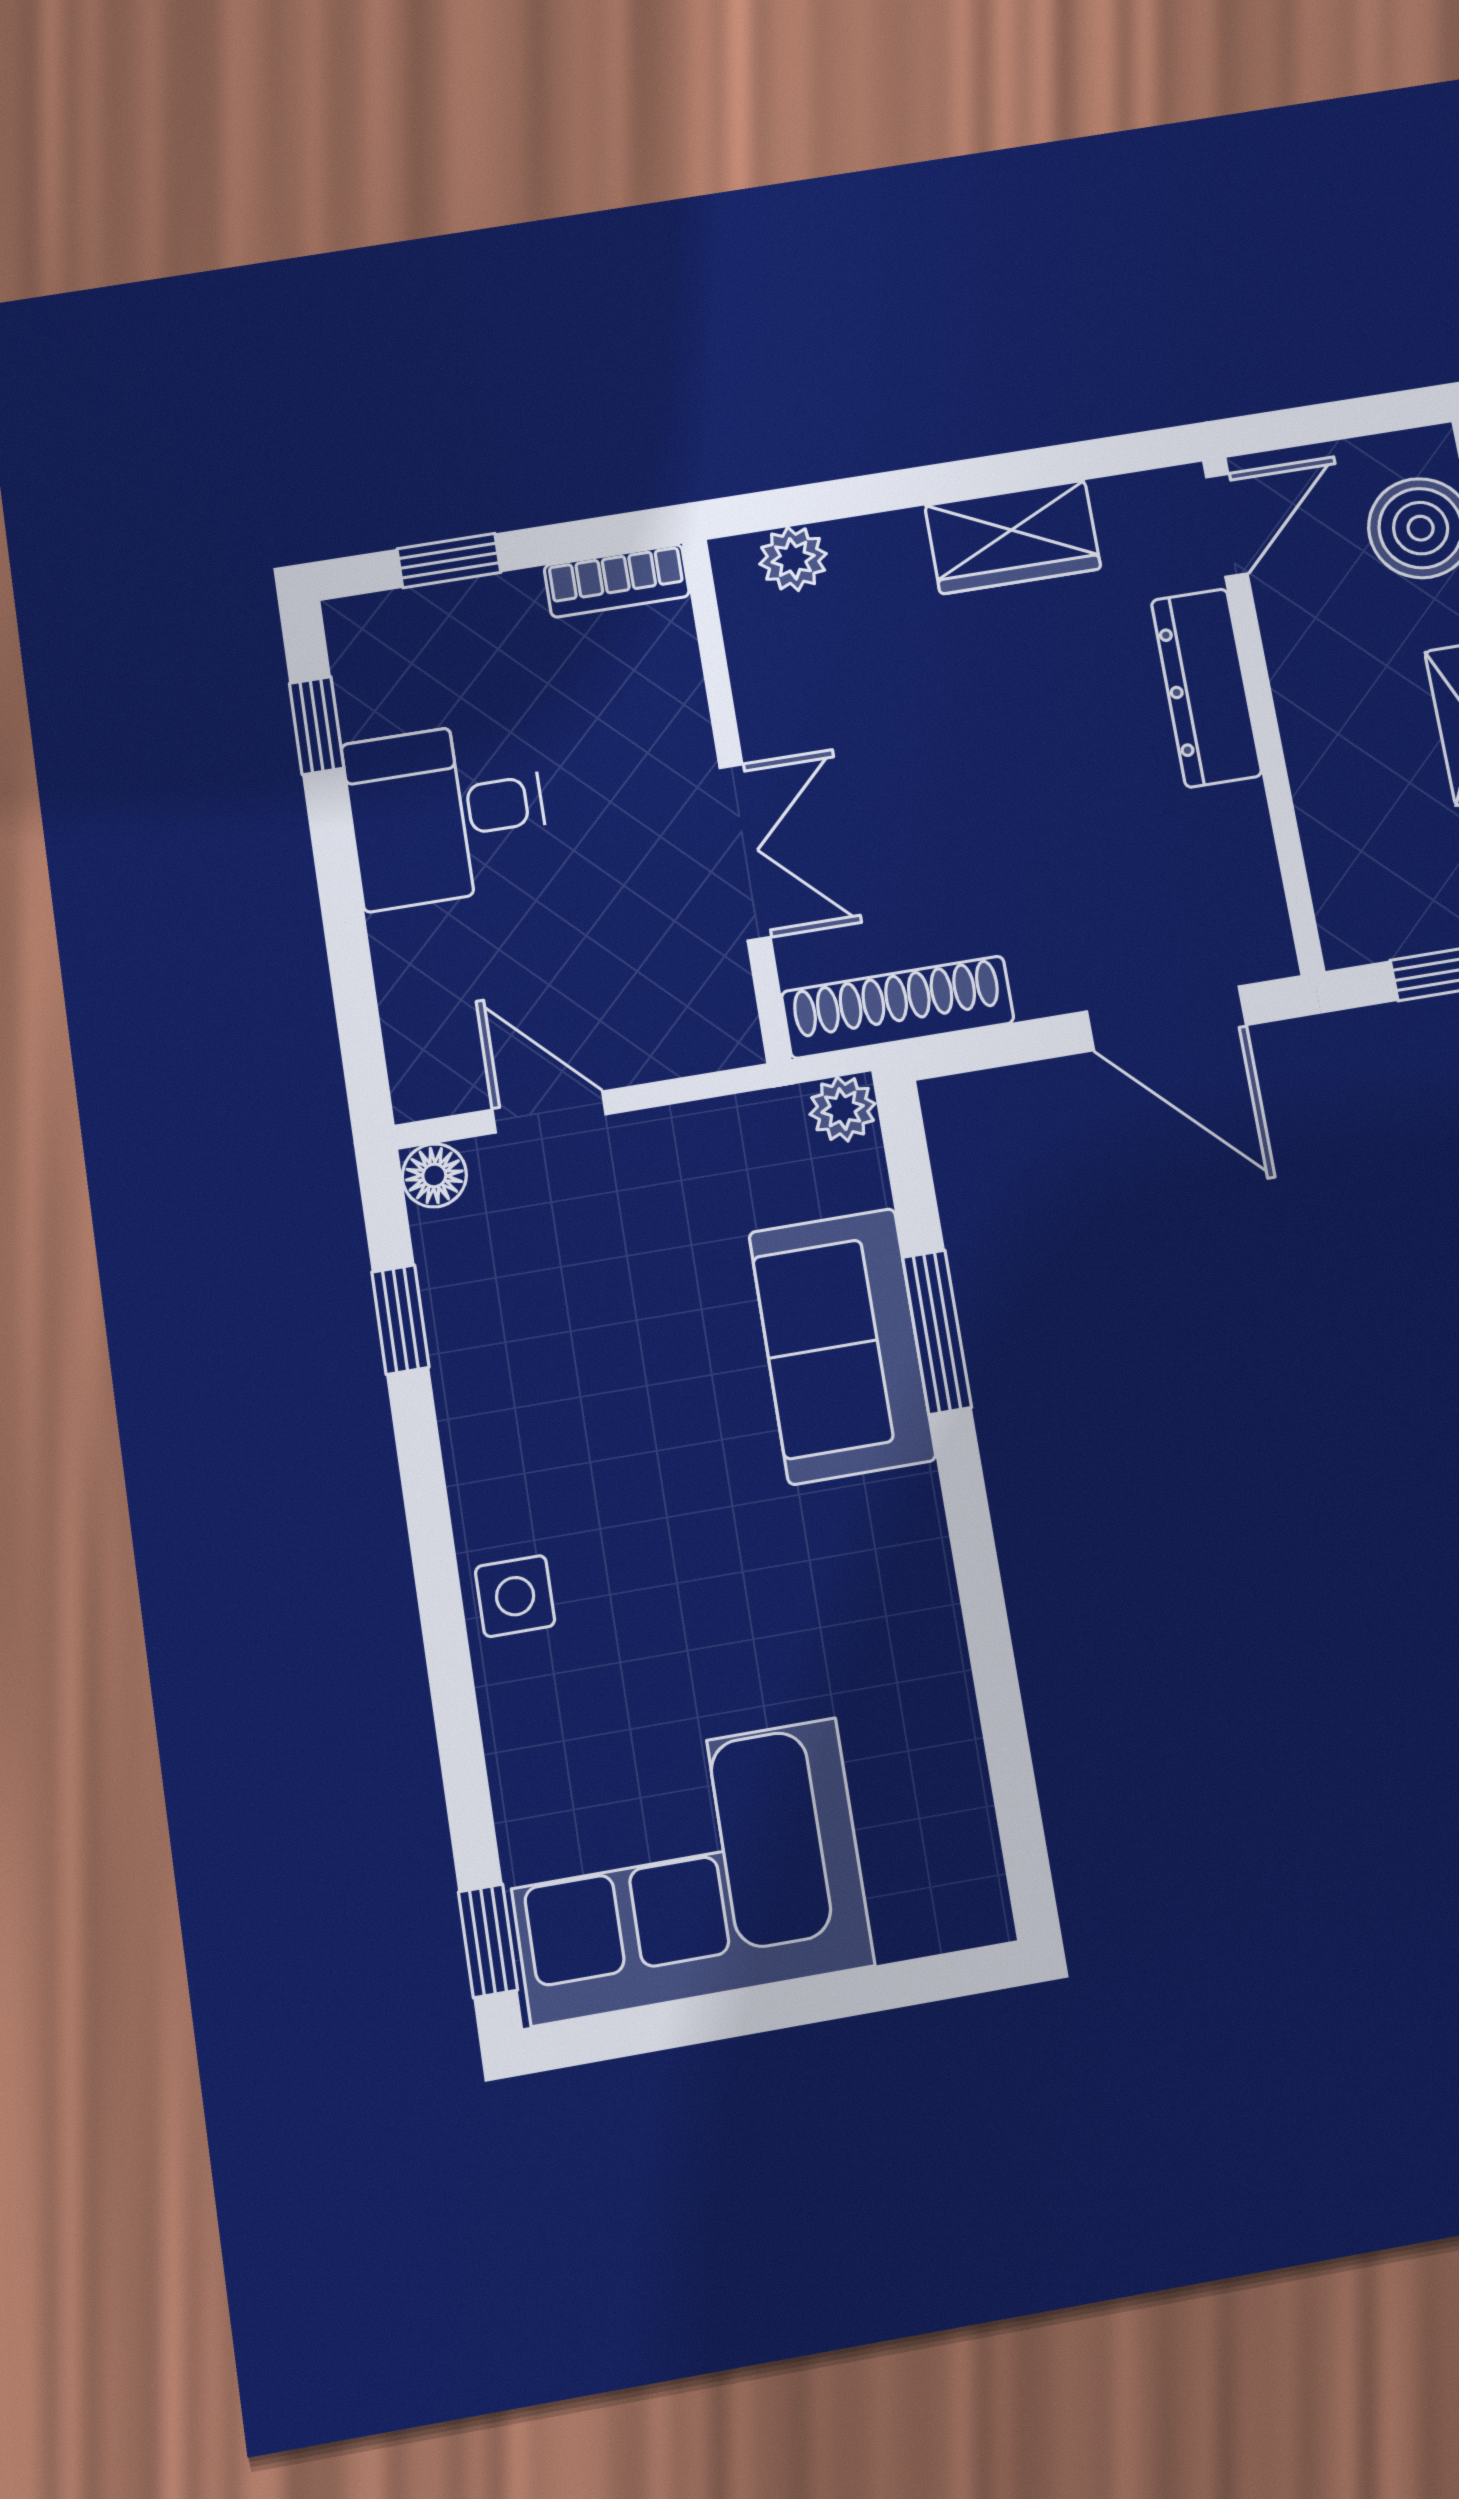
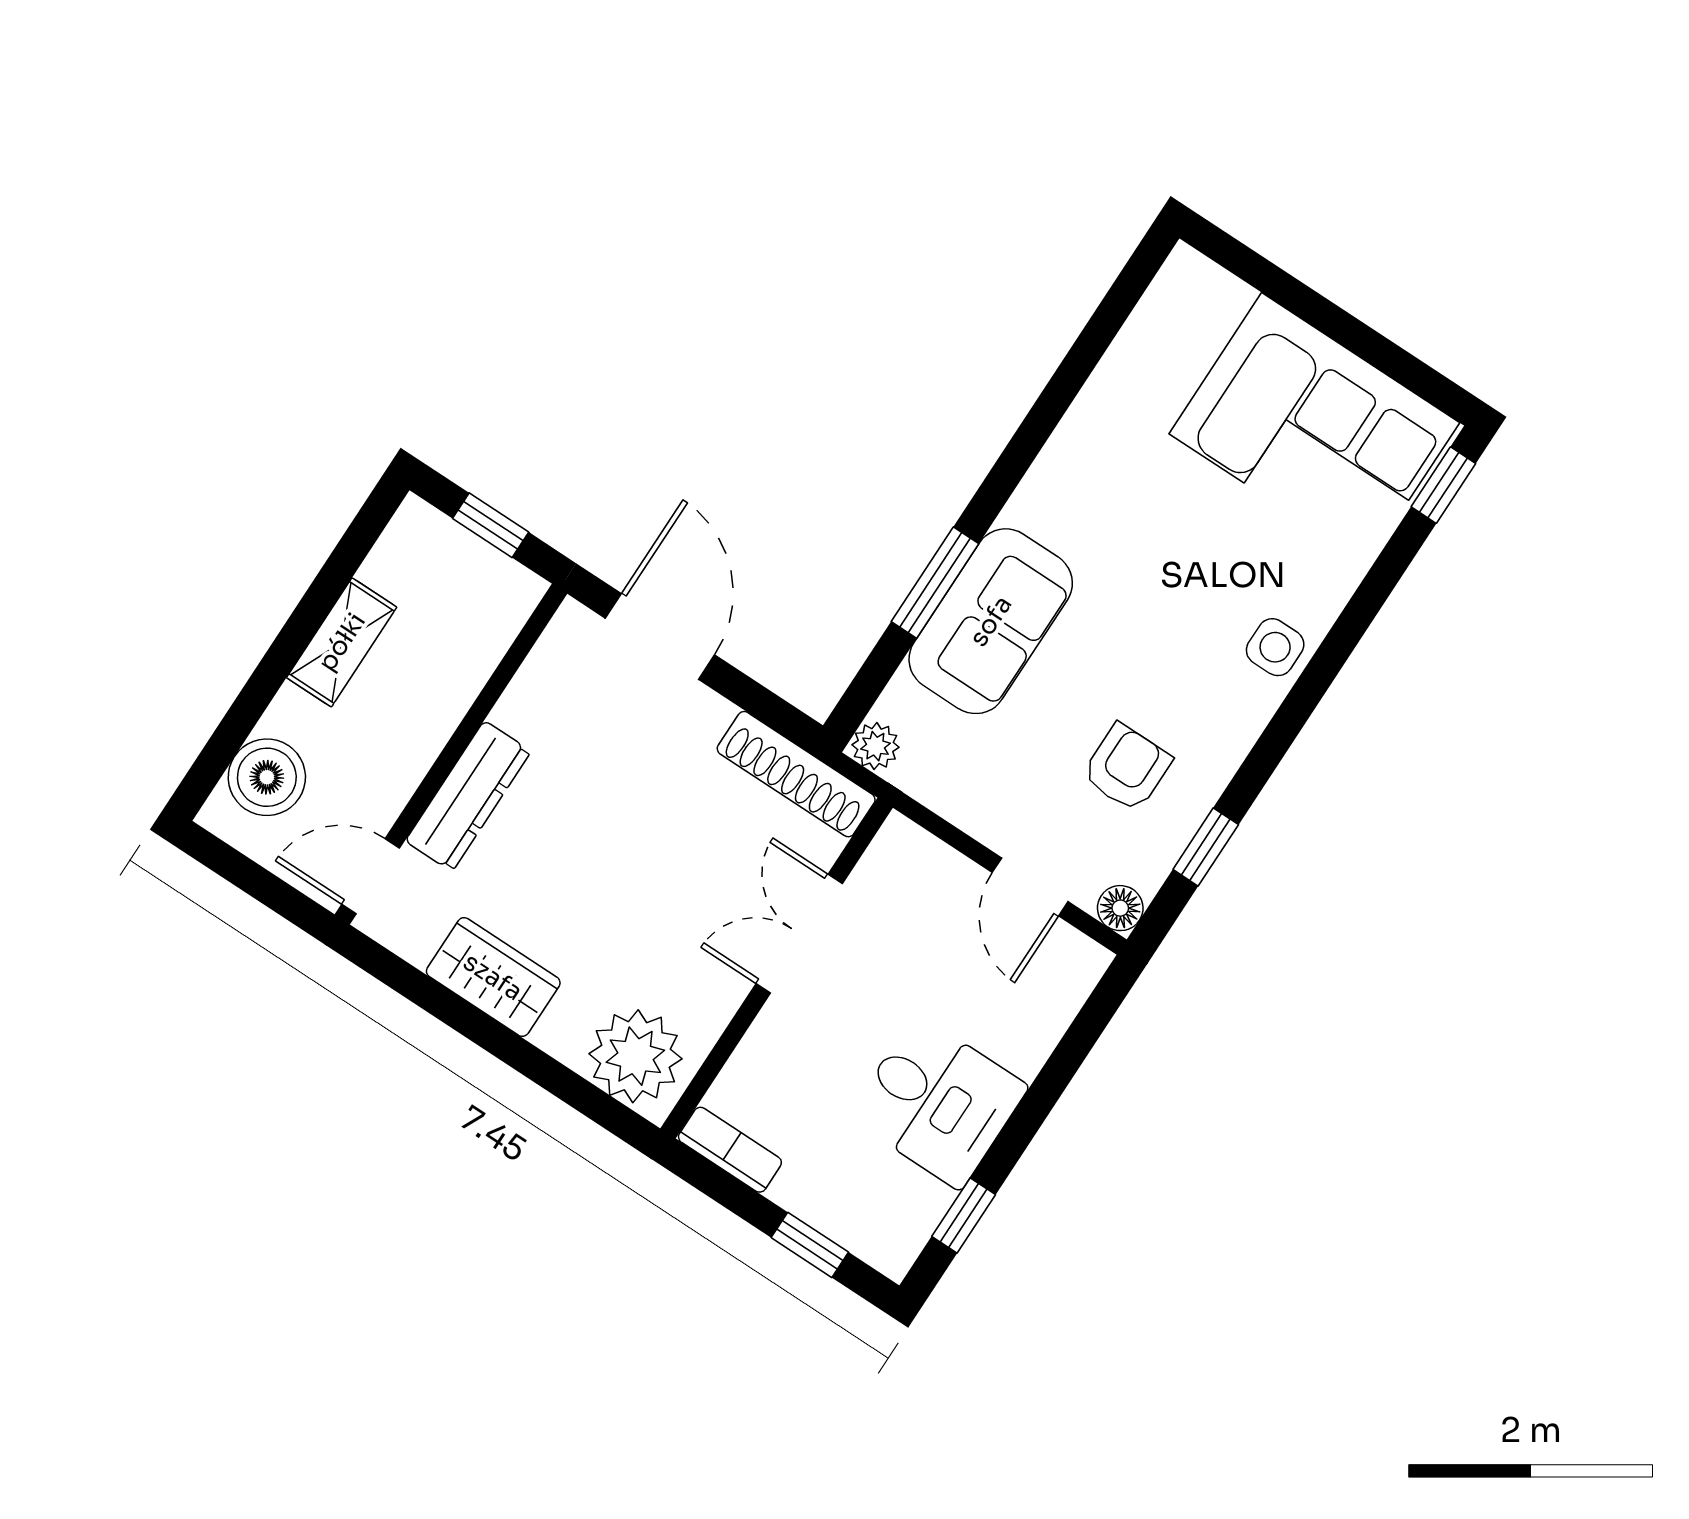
plant: (793, 559) -> (635, 1056), width x1.87, depth x1.87
armchair: (559, 1325) -> (1127, 768), added

